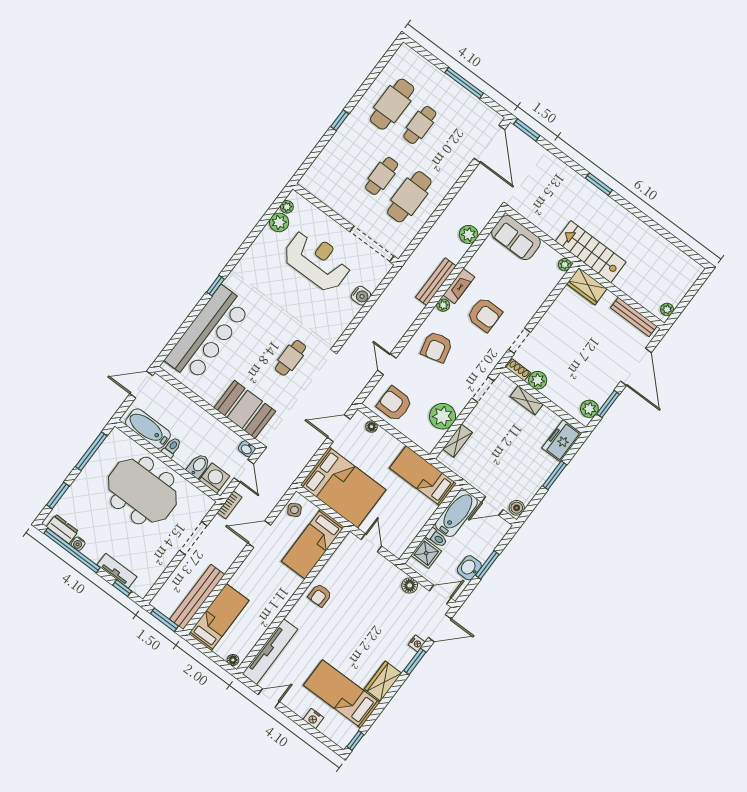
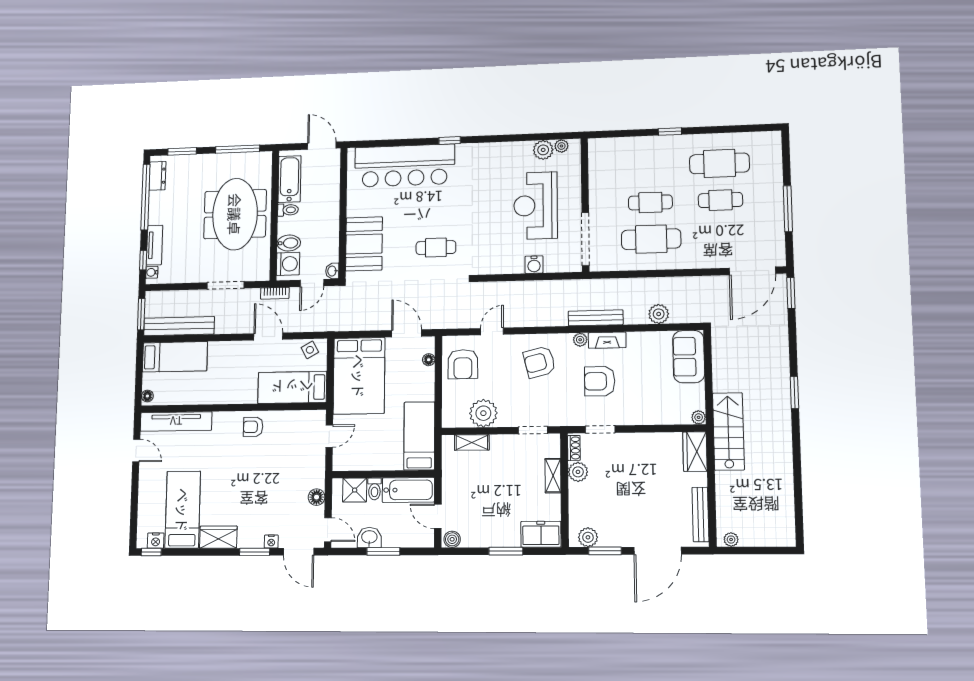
reception desk: (317, 260) -> (536, 206), turned 180
armchair: (484, 314) -> (600, 381), turned 90
armchair: (395, 404) -> (463, 364), turned 180
water cooler: (78, 544) -> (152, 272), moved
nightstand: (313, 719) -> (156, 541), moved, turned -90

